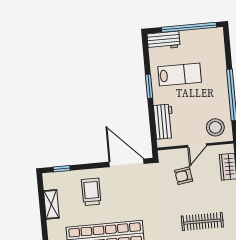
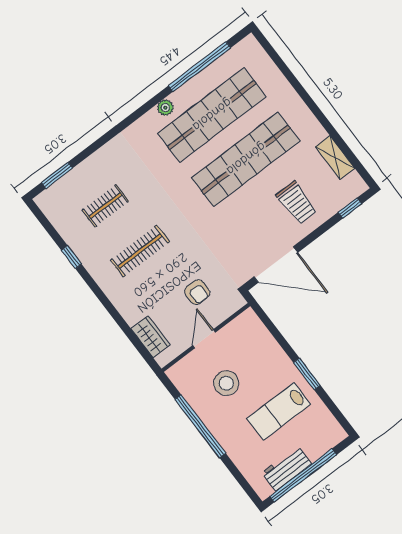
workbench: (163, 41) -> (287, 468), moved
workbench: (164, 122) -> (262, 343), removed
stool: (215, 127) -> (226, 383), moved
armchair: (184, 176) -> (197, 292), turned 99

